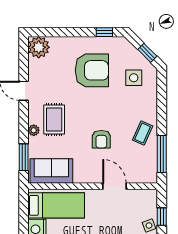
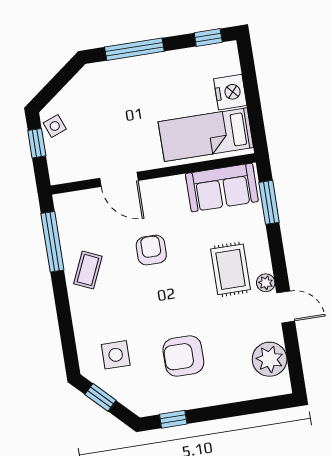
plant: (39, 47) -> (270, 359), moved
armchair: (92, 70) -> (183, 356), width x0.73, depth x0.73
plant: (34, 130) -> (266, 283), moved

